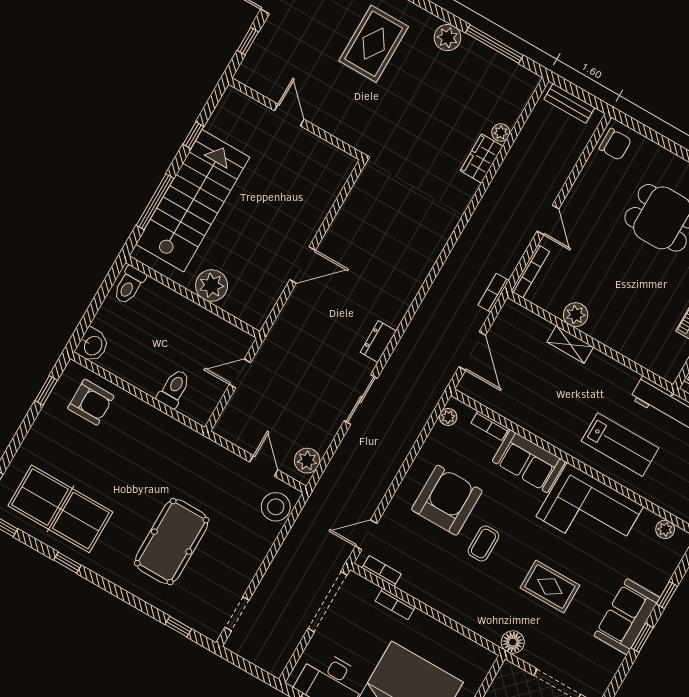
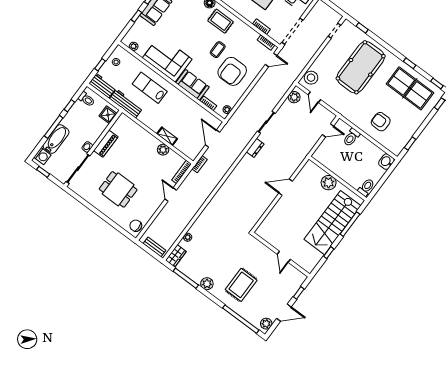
wardrobe: (482, 159) -> (176, 256), moved
door: (240, 373) -> (328, 130), moved
armchair: (91, 402) -> (381, 122), moved
pool table: (172, 542) -> (361, 67), width x1.36, depth x1.32
rug: (550, 587) -> (221, 21), moved

